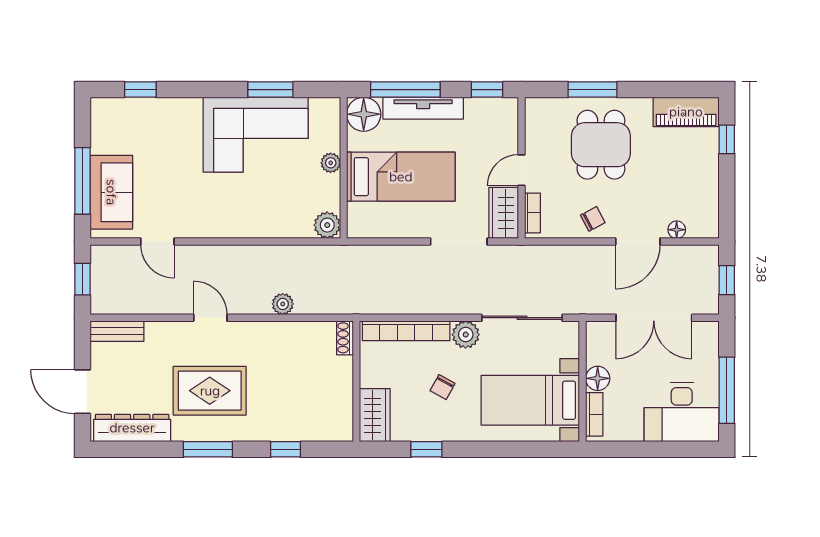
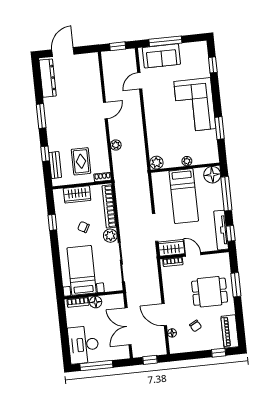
tv unit: (423, 108) -> (221, 230), moved
corner sofa: (256, 135) -> (195, 105), moved
chair: (593, 219) -> (196, 326), moved
bench: (117, 331) -> (55, 165), moved
rug: (210, 391) -> (81, 161), moved, width x0.73, depth x0.70
wardrobe: (375, 415) -> (77, 194), moved

